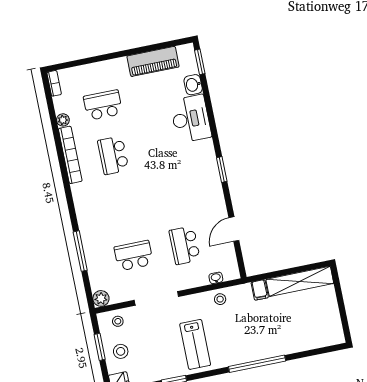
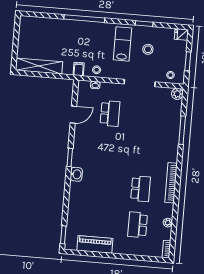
washbasin: (193, 85) -> (76, 174), moved
school desk: (103, 105) -> (138, 225), turned 90
desk: (191, 119) -> (81, 198), removed
bookcase: (70, 155) -> (171, 183), moved
school desk: (134, 256) -> (147, 116), removed
filing cabinet: (260, 290) -> (79, 69), moved
stool: (121, 351) -> (148, 49), moved

